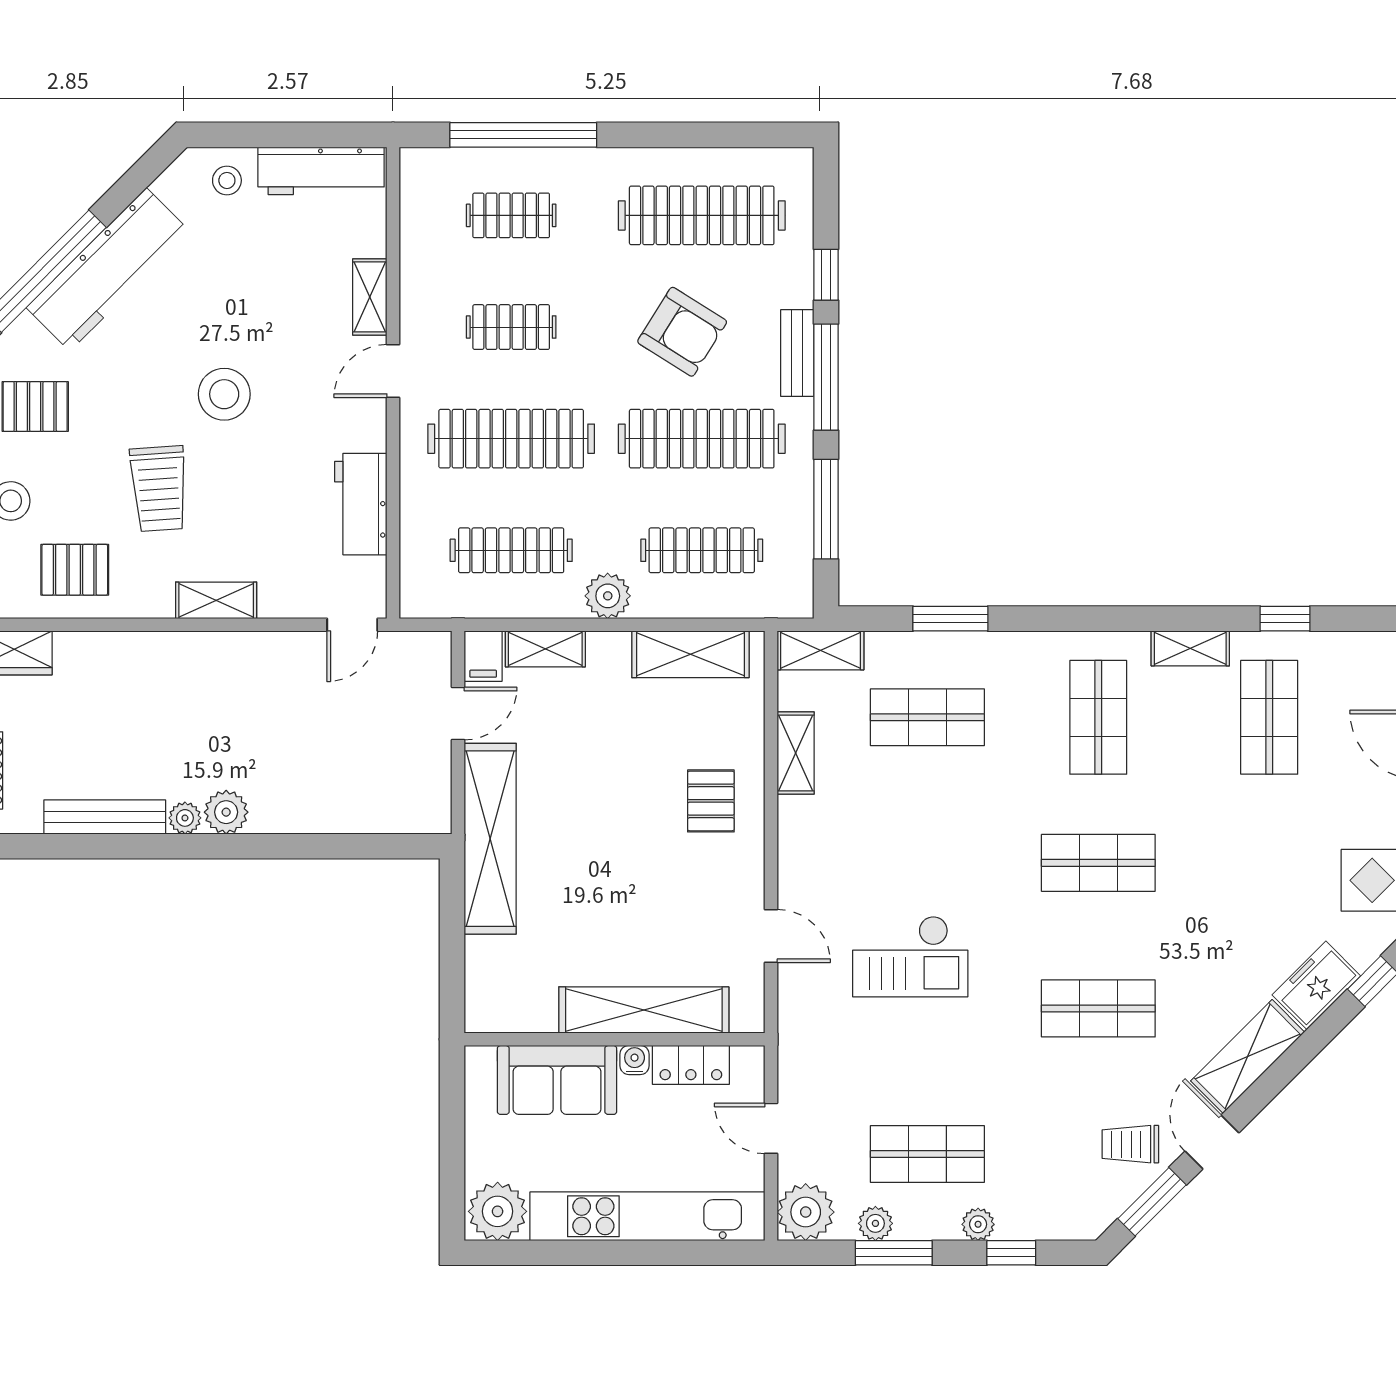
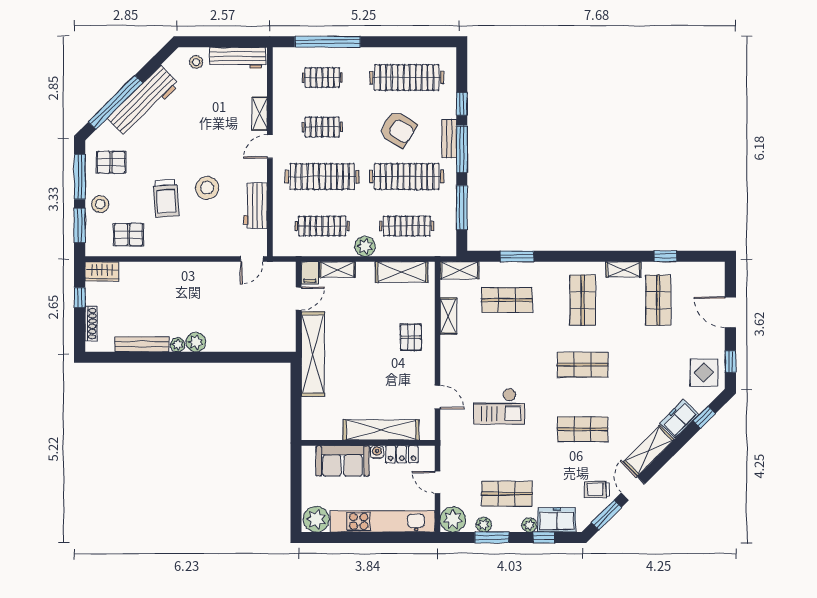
stool: (224, 394) -> (207, 188), moved
shelving: (216, 600) -> (191, 248), removed
freezer: (1040, 1213) -> (557, 520), added

